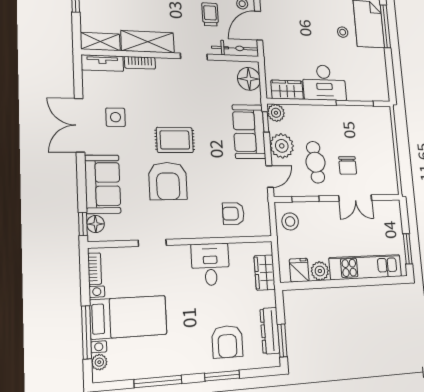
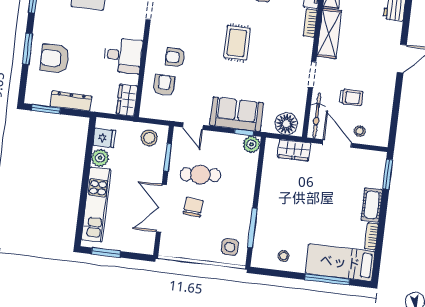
stool: (343, 32) -> (284, 256), moved
desk: (324, 83) -> (276, 200), removed
wardrobe: (287, 90) -> (294, 150), moved, turned 90
side table: (377, 124) -> (230, 247), added
plant: (282, 146) -> (220, 144), removed
chair: (348, 165) -> (193, 207), turned 95
armchair: (168, 181) -> (175, 57), moved, width x0.53, depth x0.53
double door: (355, 198) -> (161, 208), width x1.37
wardrobe: (265, 273) -> (127, 100), moved, turned -90
dresser: (270, 331) -> (71, 101), moved

